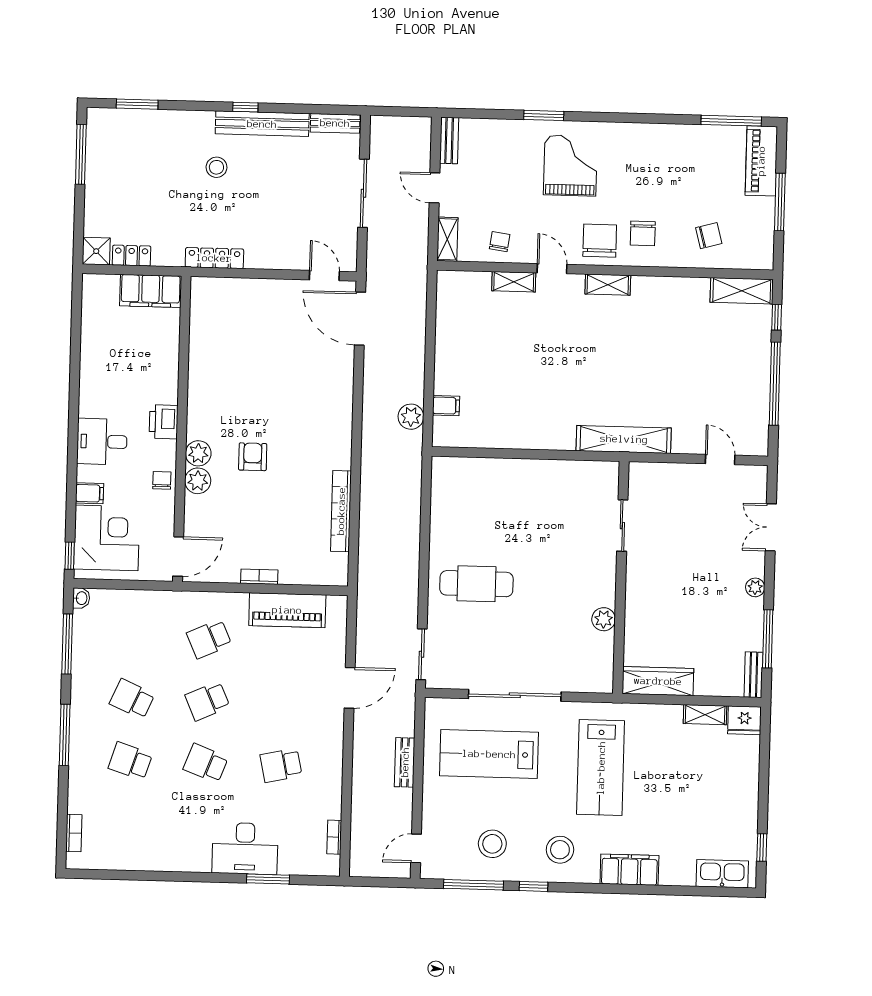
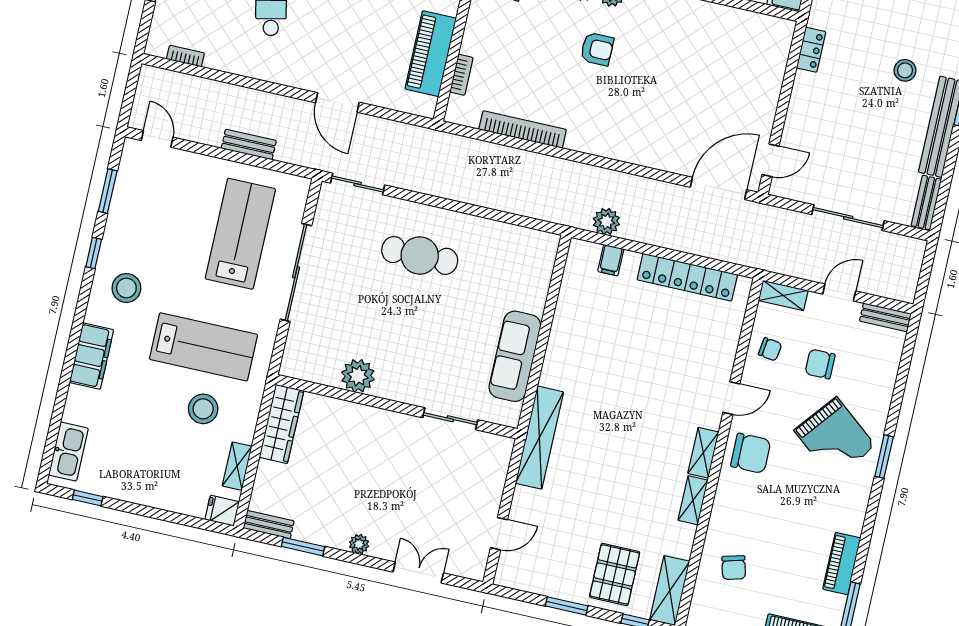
window: (544, 115) -> (884, 457), moved
piano: (685, 136) -> (842, 564), added
grand piano: (570, 166) -> (835, 438), turned 39
chair: (643, 233) -> (820, 364), moved
locker: (214, 258) -> (811, 50), width x0.66
shelving: (514, 282) -> (693, 500), moved
locker: (448, 332) -> (687, 277), added
pallet: (737, 345) -> (615, 574), added
window: (775, 384) -> (567, 606), width x0.47
sofa: (553, 477) -> (515, 356), added
bookcase: (259, 577) -> (461, 75), moved
cafe table: (476, 584) -> (420, 255), turned 90
plant: (604, 619) -> (358, 376), width x1.36, depth x1.36
window: (768, 639) -> (303, 547), width x0.69
fridge: (745, 720) -> (222, 511), width x0.72
lab bench: (601, 768) -> (203, 347), turned 180
stool: (492, 844) -> (203, 409), moved
window: (474, 885) -> (108, 191), width x0.69

